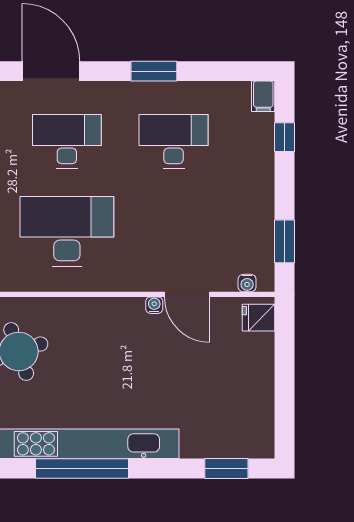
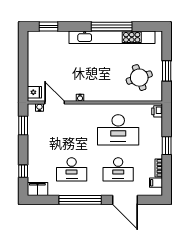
window: (154, 71) -> (80, 200), width x2.11
filing cabinet: (263, 96) -> (37, 189), width x2.00
door: (187, 294) -> (55, 103), moved

